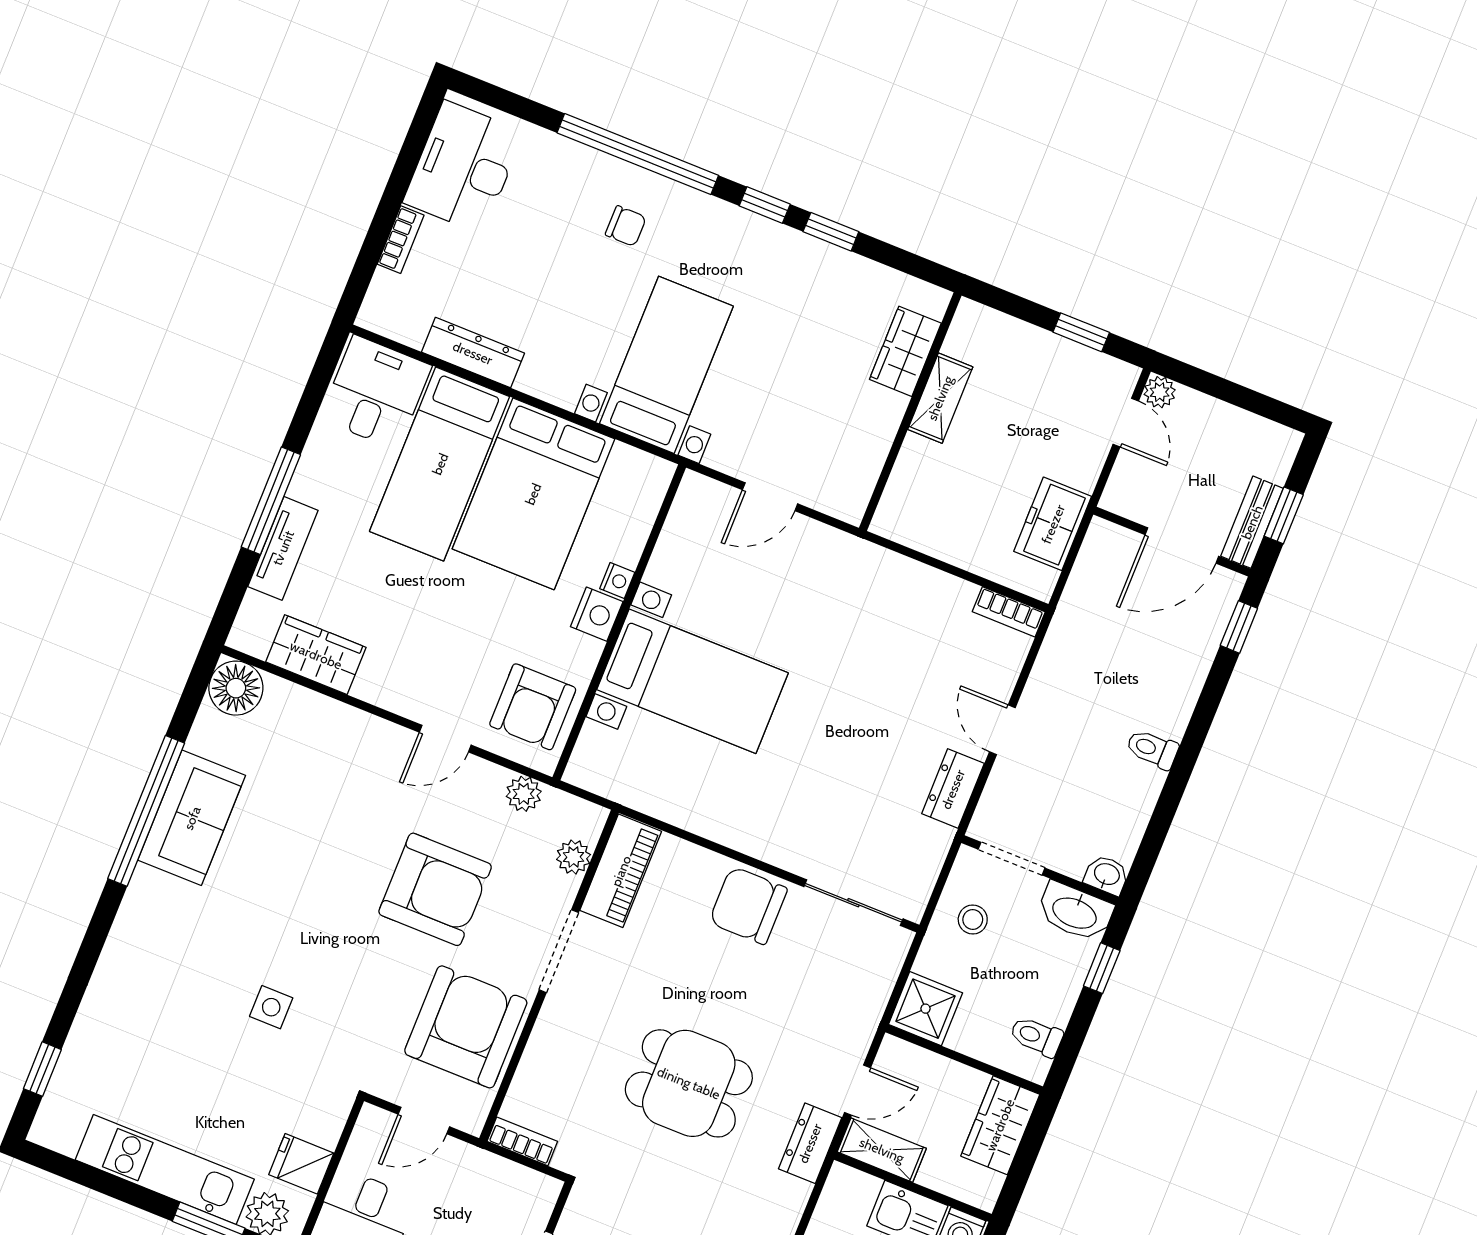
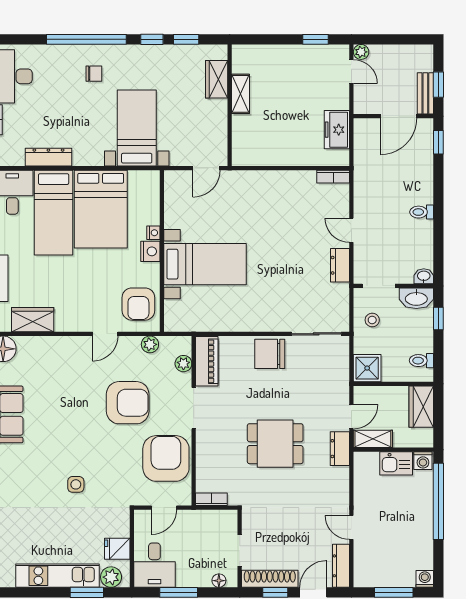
wardrobe: (905, 351) -> (217, 79), moved
shelving: (940, 398) -> (241, 94), moved
wall: (910, 412) -> (230, 105), moved

